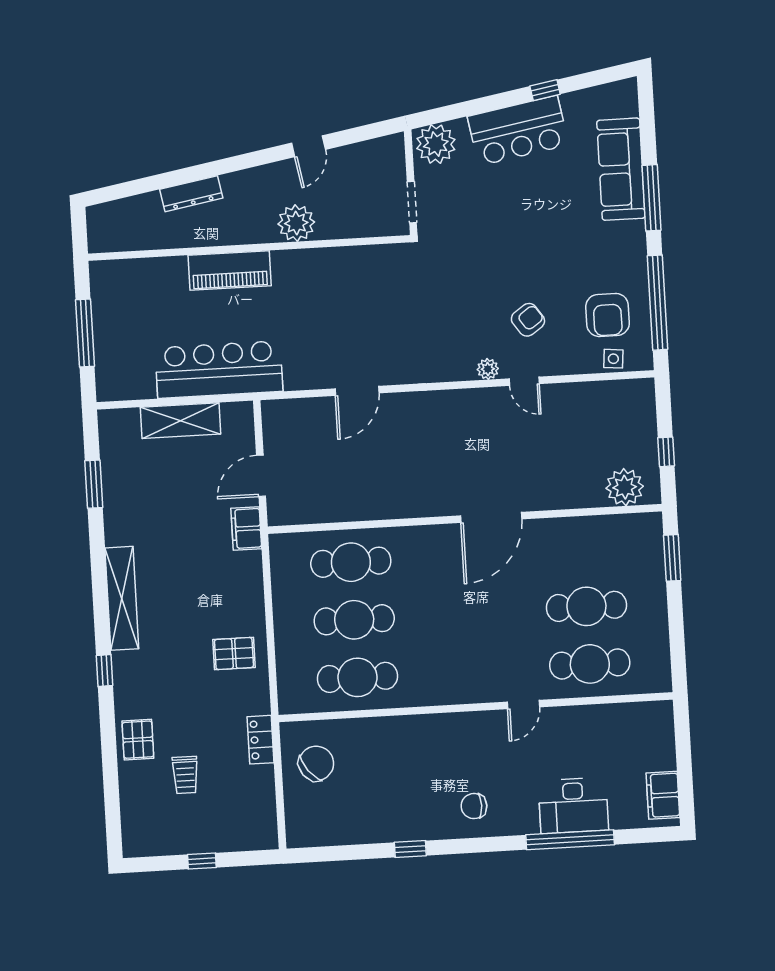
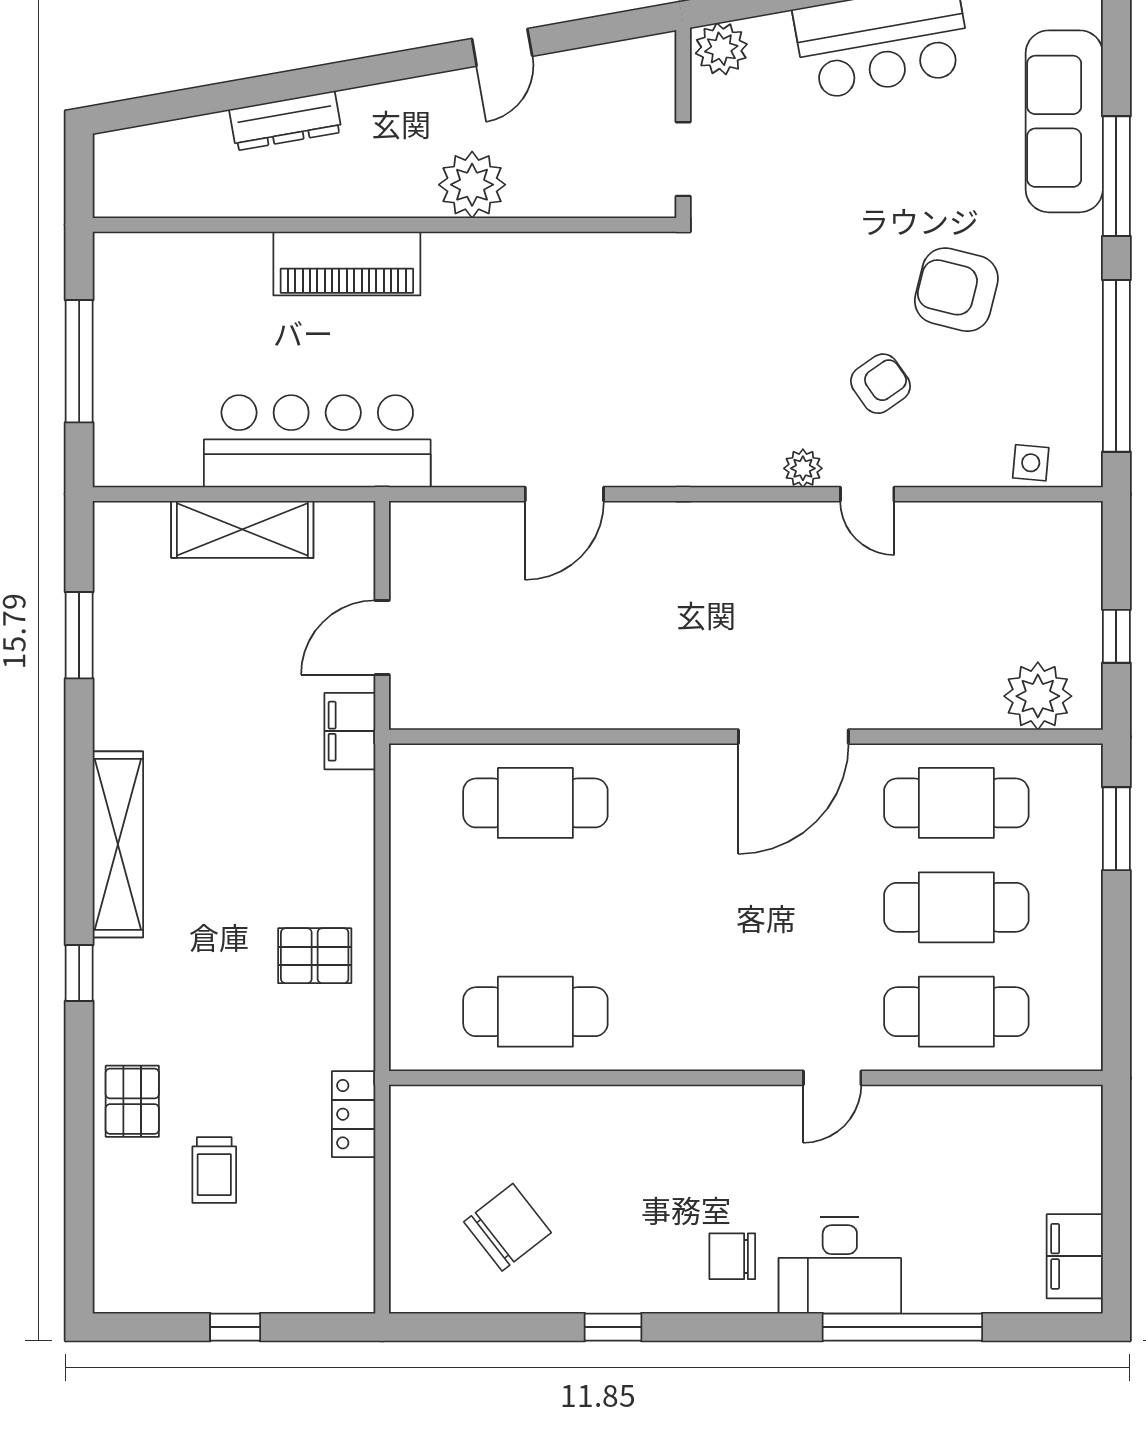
plant: (436, 144) -> (721, 49), width x0.73, depth x0.73
armchair: (608, 315) -> (956, 290), moved, turned 104
cafe table: (354, 620) -> (956, 803), moved
chair: (316, 763) -> (507, 1227), moved
desk: (573, 805) -> (840, 1266), moved

